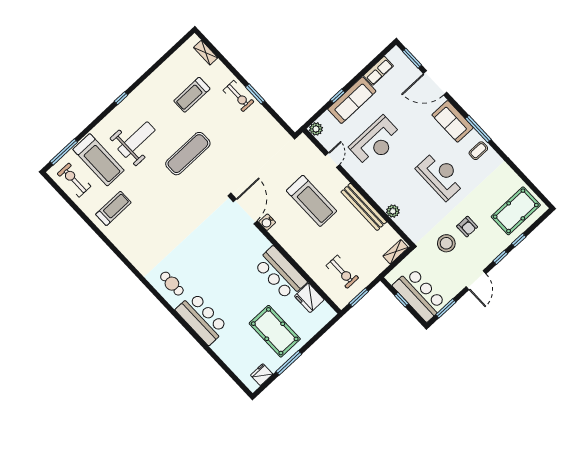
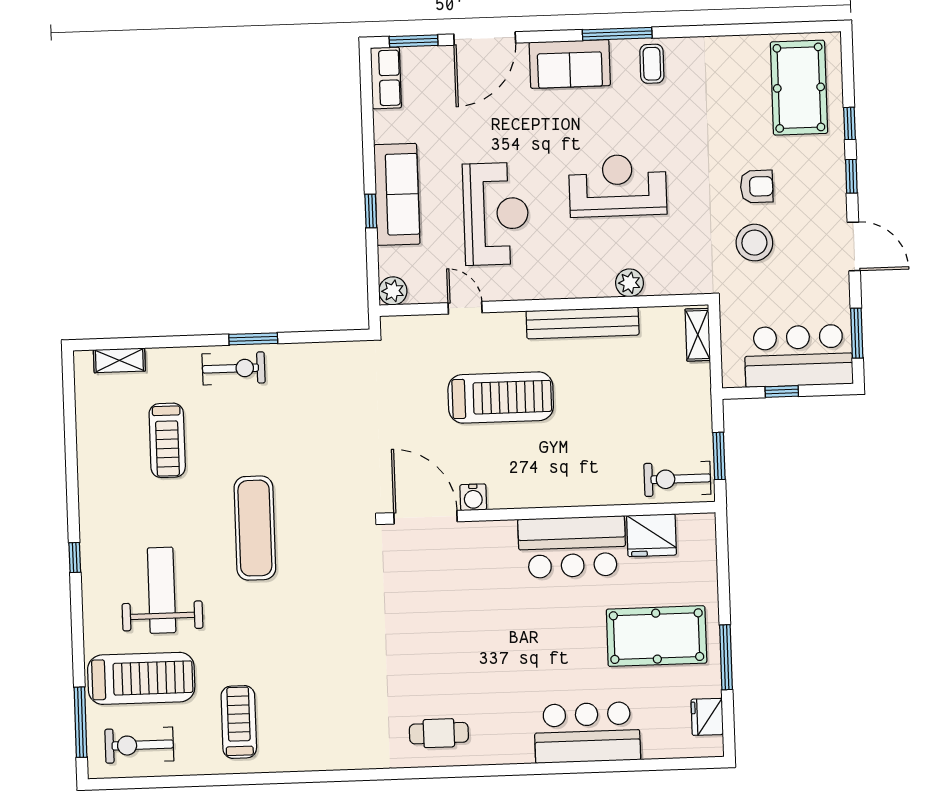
row of seats: (378, 71) -> (386, 78), moved
reception desk: (441, 176) -> (618, 186), moved
exercise bike: (342, 272) -> (677, 479), moved, turned 180
bar counter: (202, 319) -> (587, 732), moved

